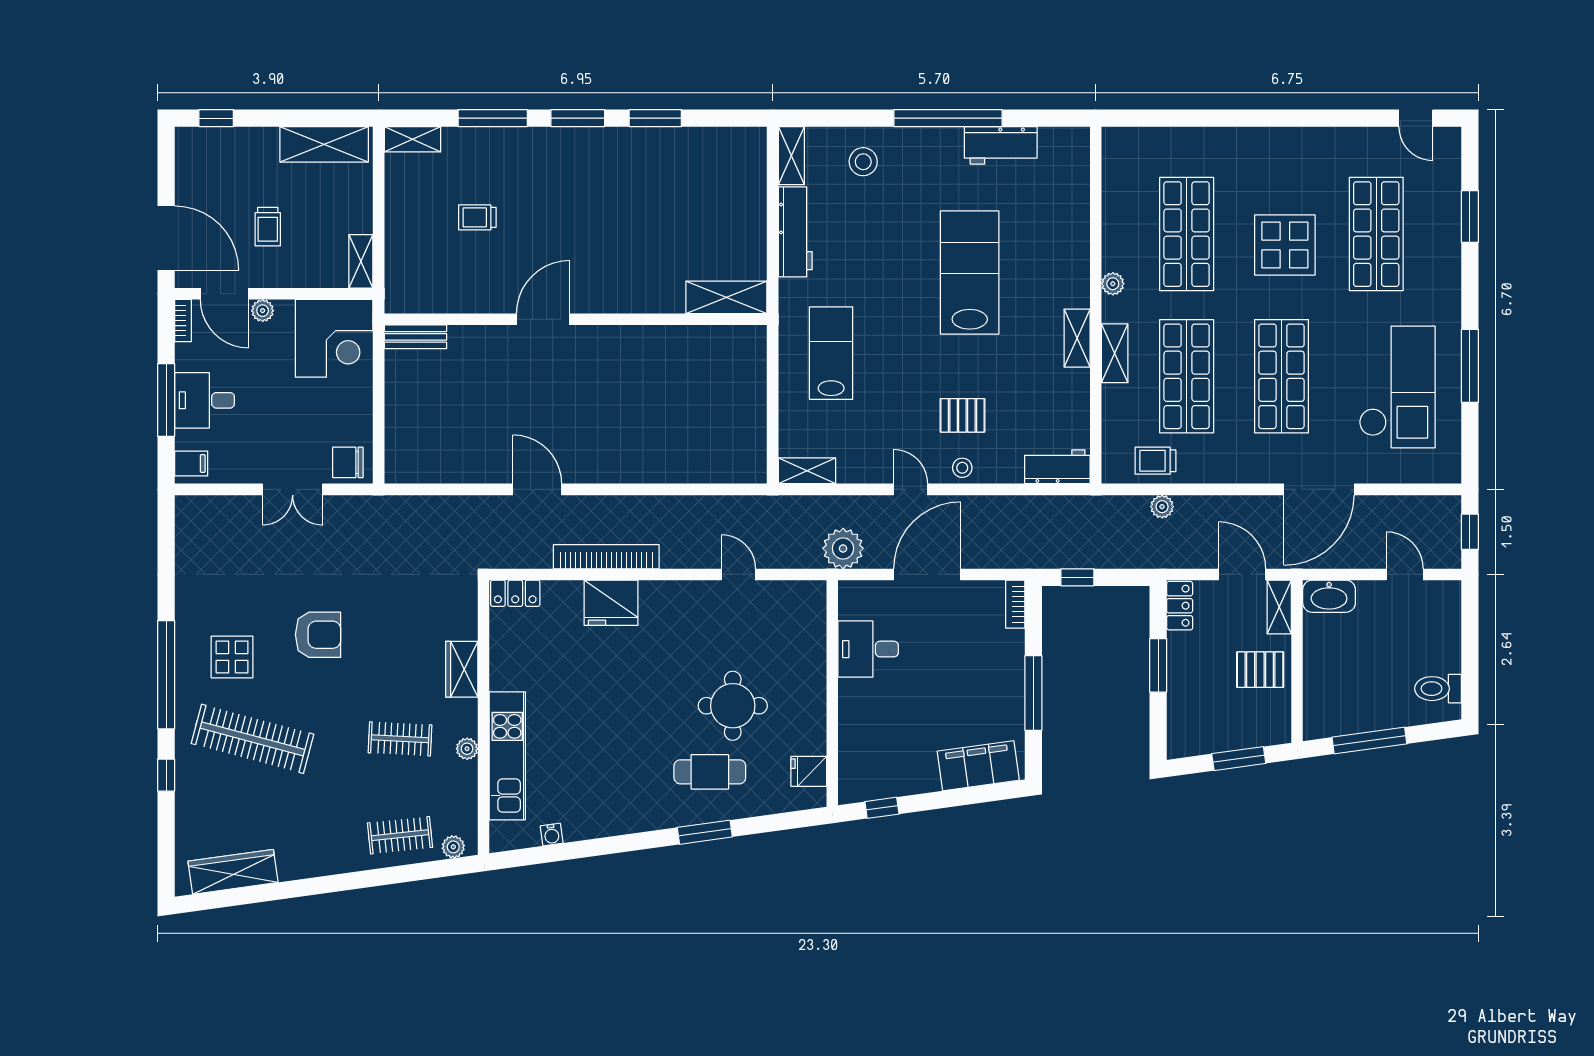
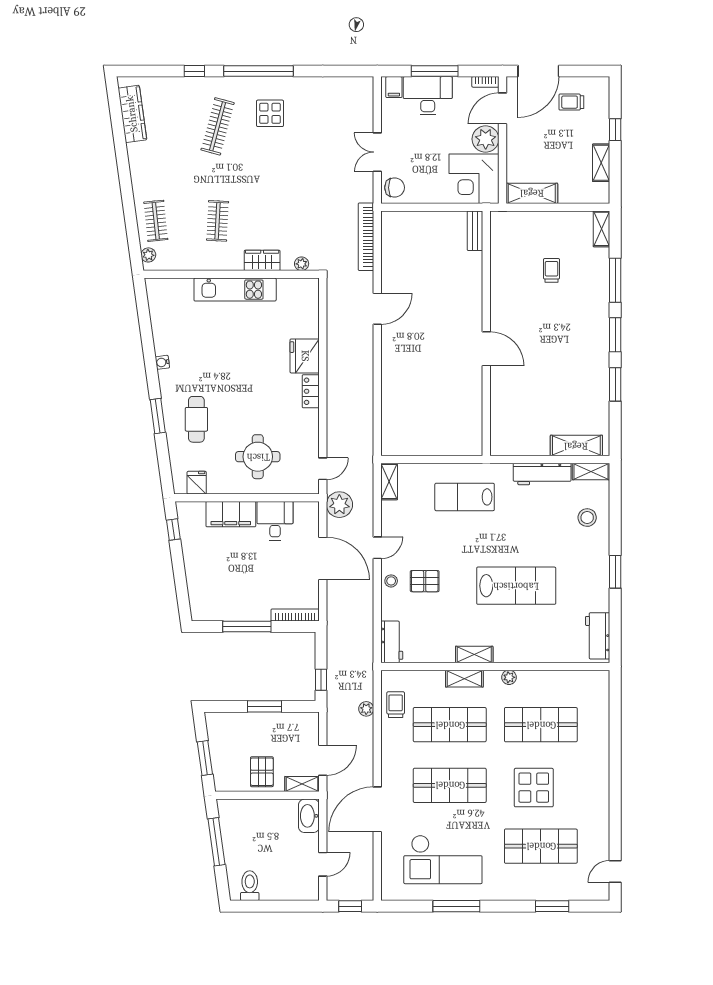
window: (216, 118) -> (615, 130), moved
window: (948, 118) -> (615, 572), width x0.47
shelving: (324, 144) -> (601, 163), width x0.67, depth x0.75
workbench: (1001, 145) -> (598, 636), moved
trolley: (268, 227) -> (571, 102), moved
shelving: (361, 261) -> (532, 193), width x1.50, depth x1.33
shelving: (726, 297) -> (576, 446), moved, turned 90
plant: (263, 311) -> (486, 139), width x1.88, depth x1.88
door: (543, 319) -> (486, 349), moved
lab bench: (831, 353) -> (465, 497), turned 180
desk: (205, 400) -> (428, 96), width x1.37
pallet: (962, 415) -> (425, 581), turned 90
chair: (348, 462) -> (395, 188), turned 90
door: (1319, 489) -> (377, 809), hinge flipped
bookcase: (606, 557) -> (366, 237), moved, turned 180
door: (738, 574) -> (323, 469), moved
window: (1077, 577) -> (321, 680), moved
locker: (515, 593) -> (311, 391), moved
bookcase: (1015, 604) -> (295, 615), width x1.56
locker: (1180, 606) -> (303, 720), removed
armchair: (318, 635) -> (284, 168), removed
round table: (733, 706) -> (258, 457), moved
clothes rail: (252, 739) -> (218, 126), width x0.73, depth x0.76
plant: (467, 749) -> (302, 264), moved
kitchen unit: (507, 756) -> (235, 290), moved
filing cabinet: (978, 766) -> (231, 514), moved, turned 98
water cooler: (552, 835) -> (162, 362), moved

